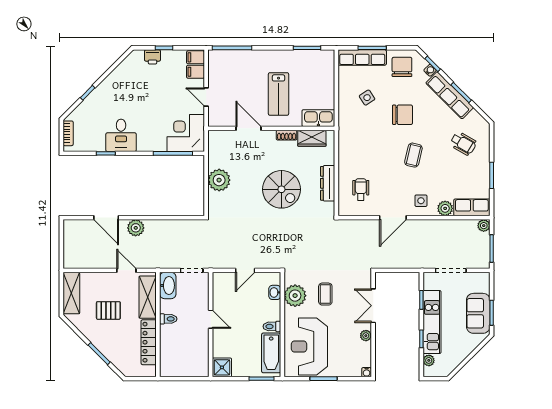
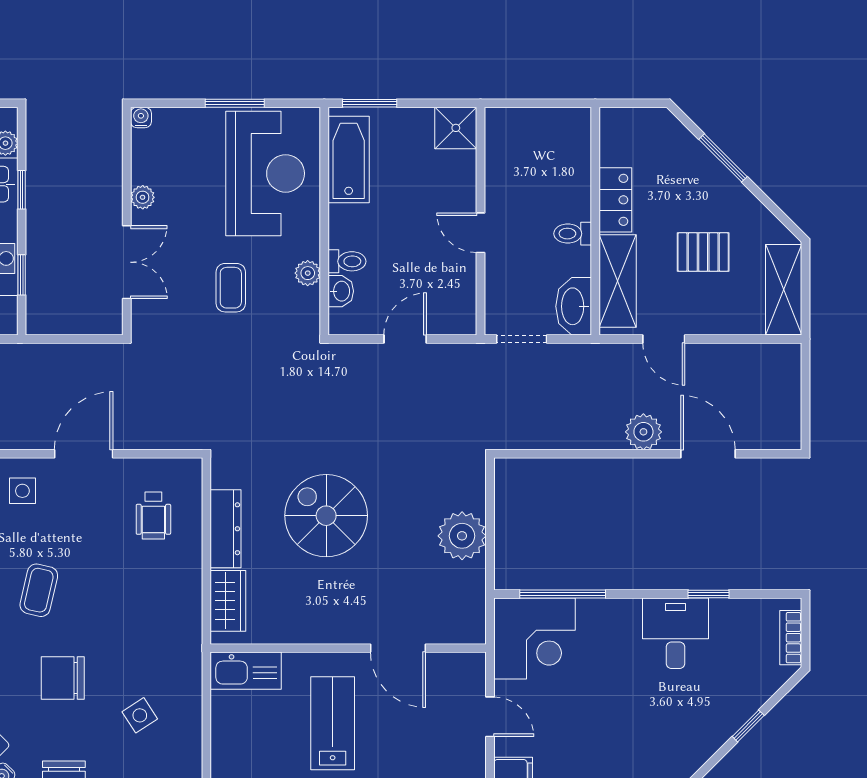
shoe rack: (287, 135) -> (315, 634), removed
wardrobe: (312, 138) -> (228, 601), moved, turned 90
plant: (295, 296) -> (308, 273), width x0.53, depth x0.53
toilet: (272, 326) -> (347, 261), moved
locker: (149, 342) -> (615, 200), width x0.66

